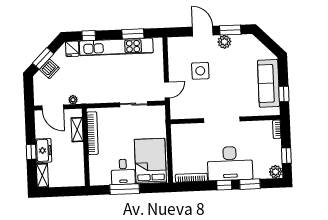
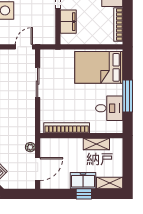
door: (167, 90) -> (24, 47), hinge flipped
shelving: (77, 130) -> (96, 144), moved
filing cabinet: (192, 131) -> (68, 22), added
desk: (123, 172) -> (109, 108), moved

